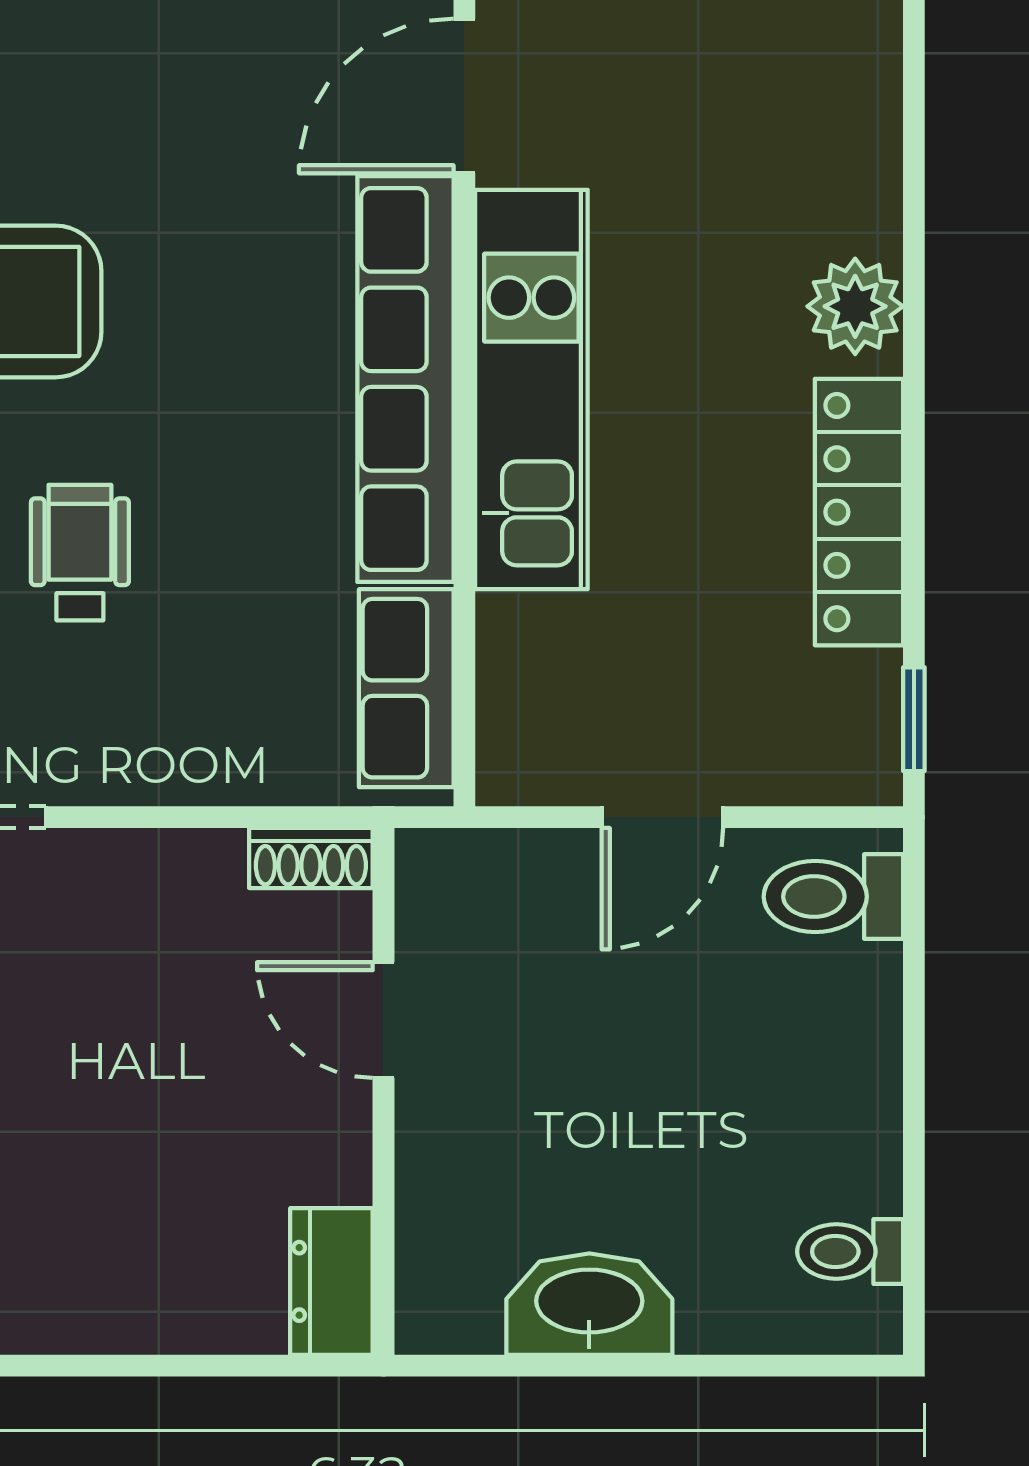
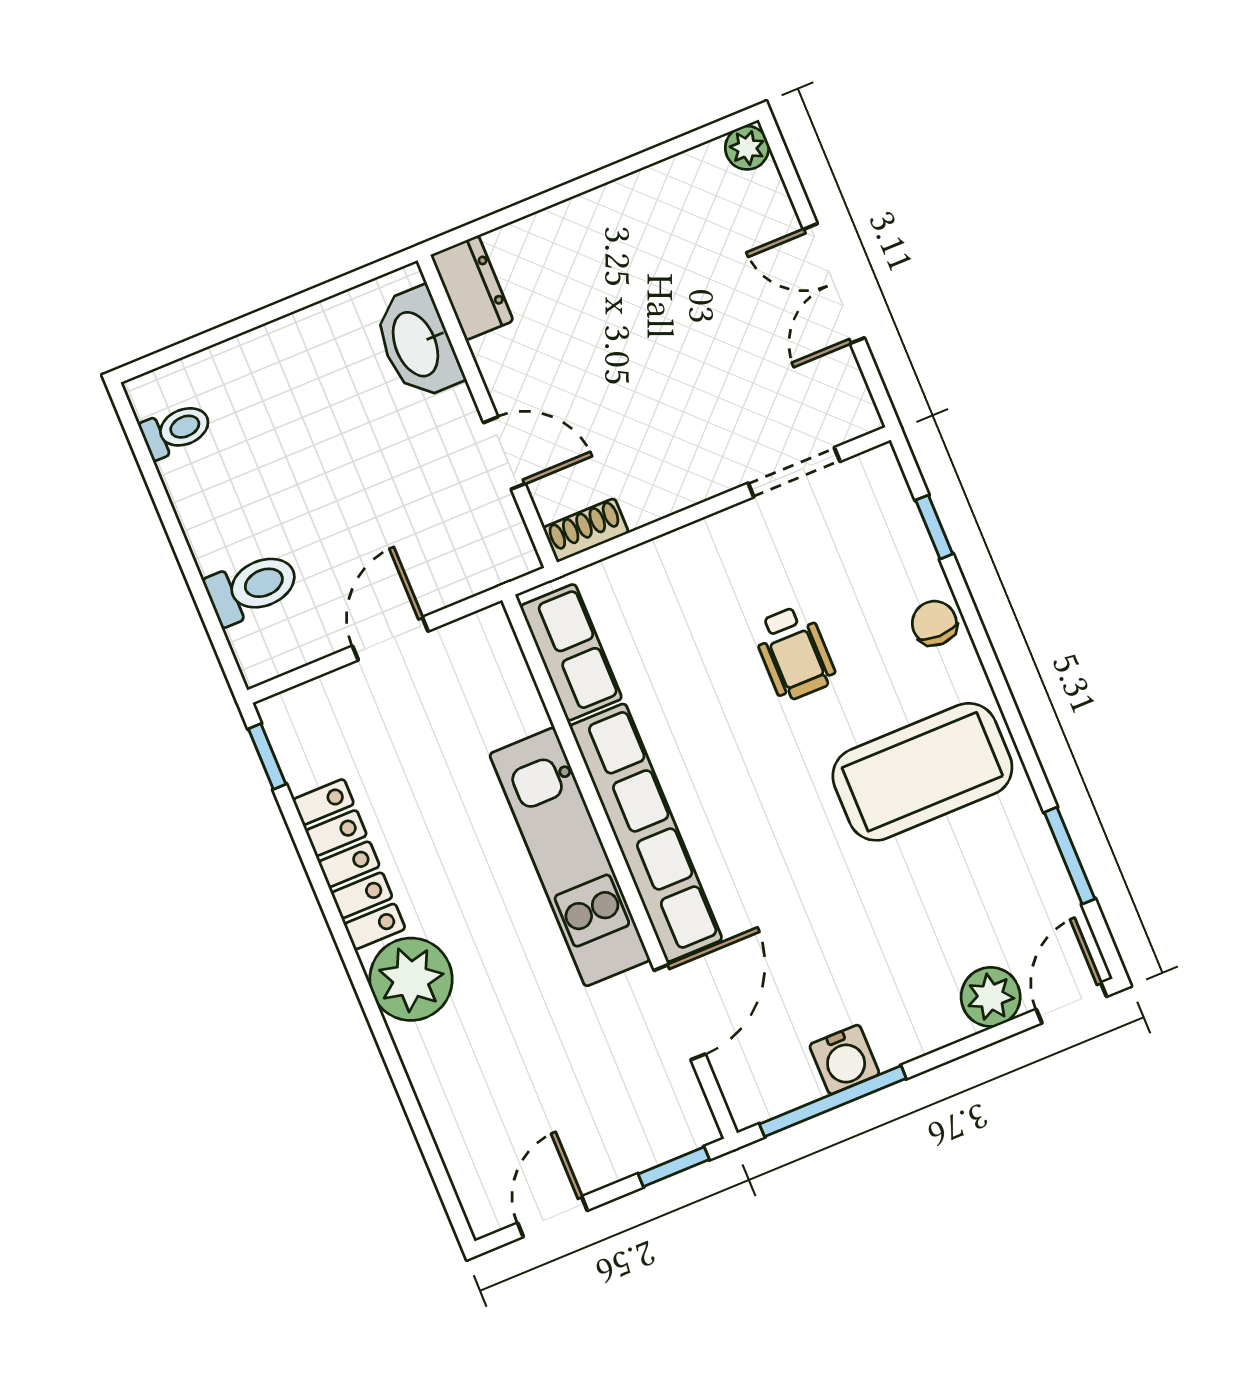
plant: (855, 306) -> (411, 979), width x1.36, depth x1.36
toilet: (833, 897) -> (252, 587), moved
washbasin: (589, 1304) -> (417, 343), moved, turned 90

